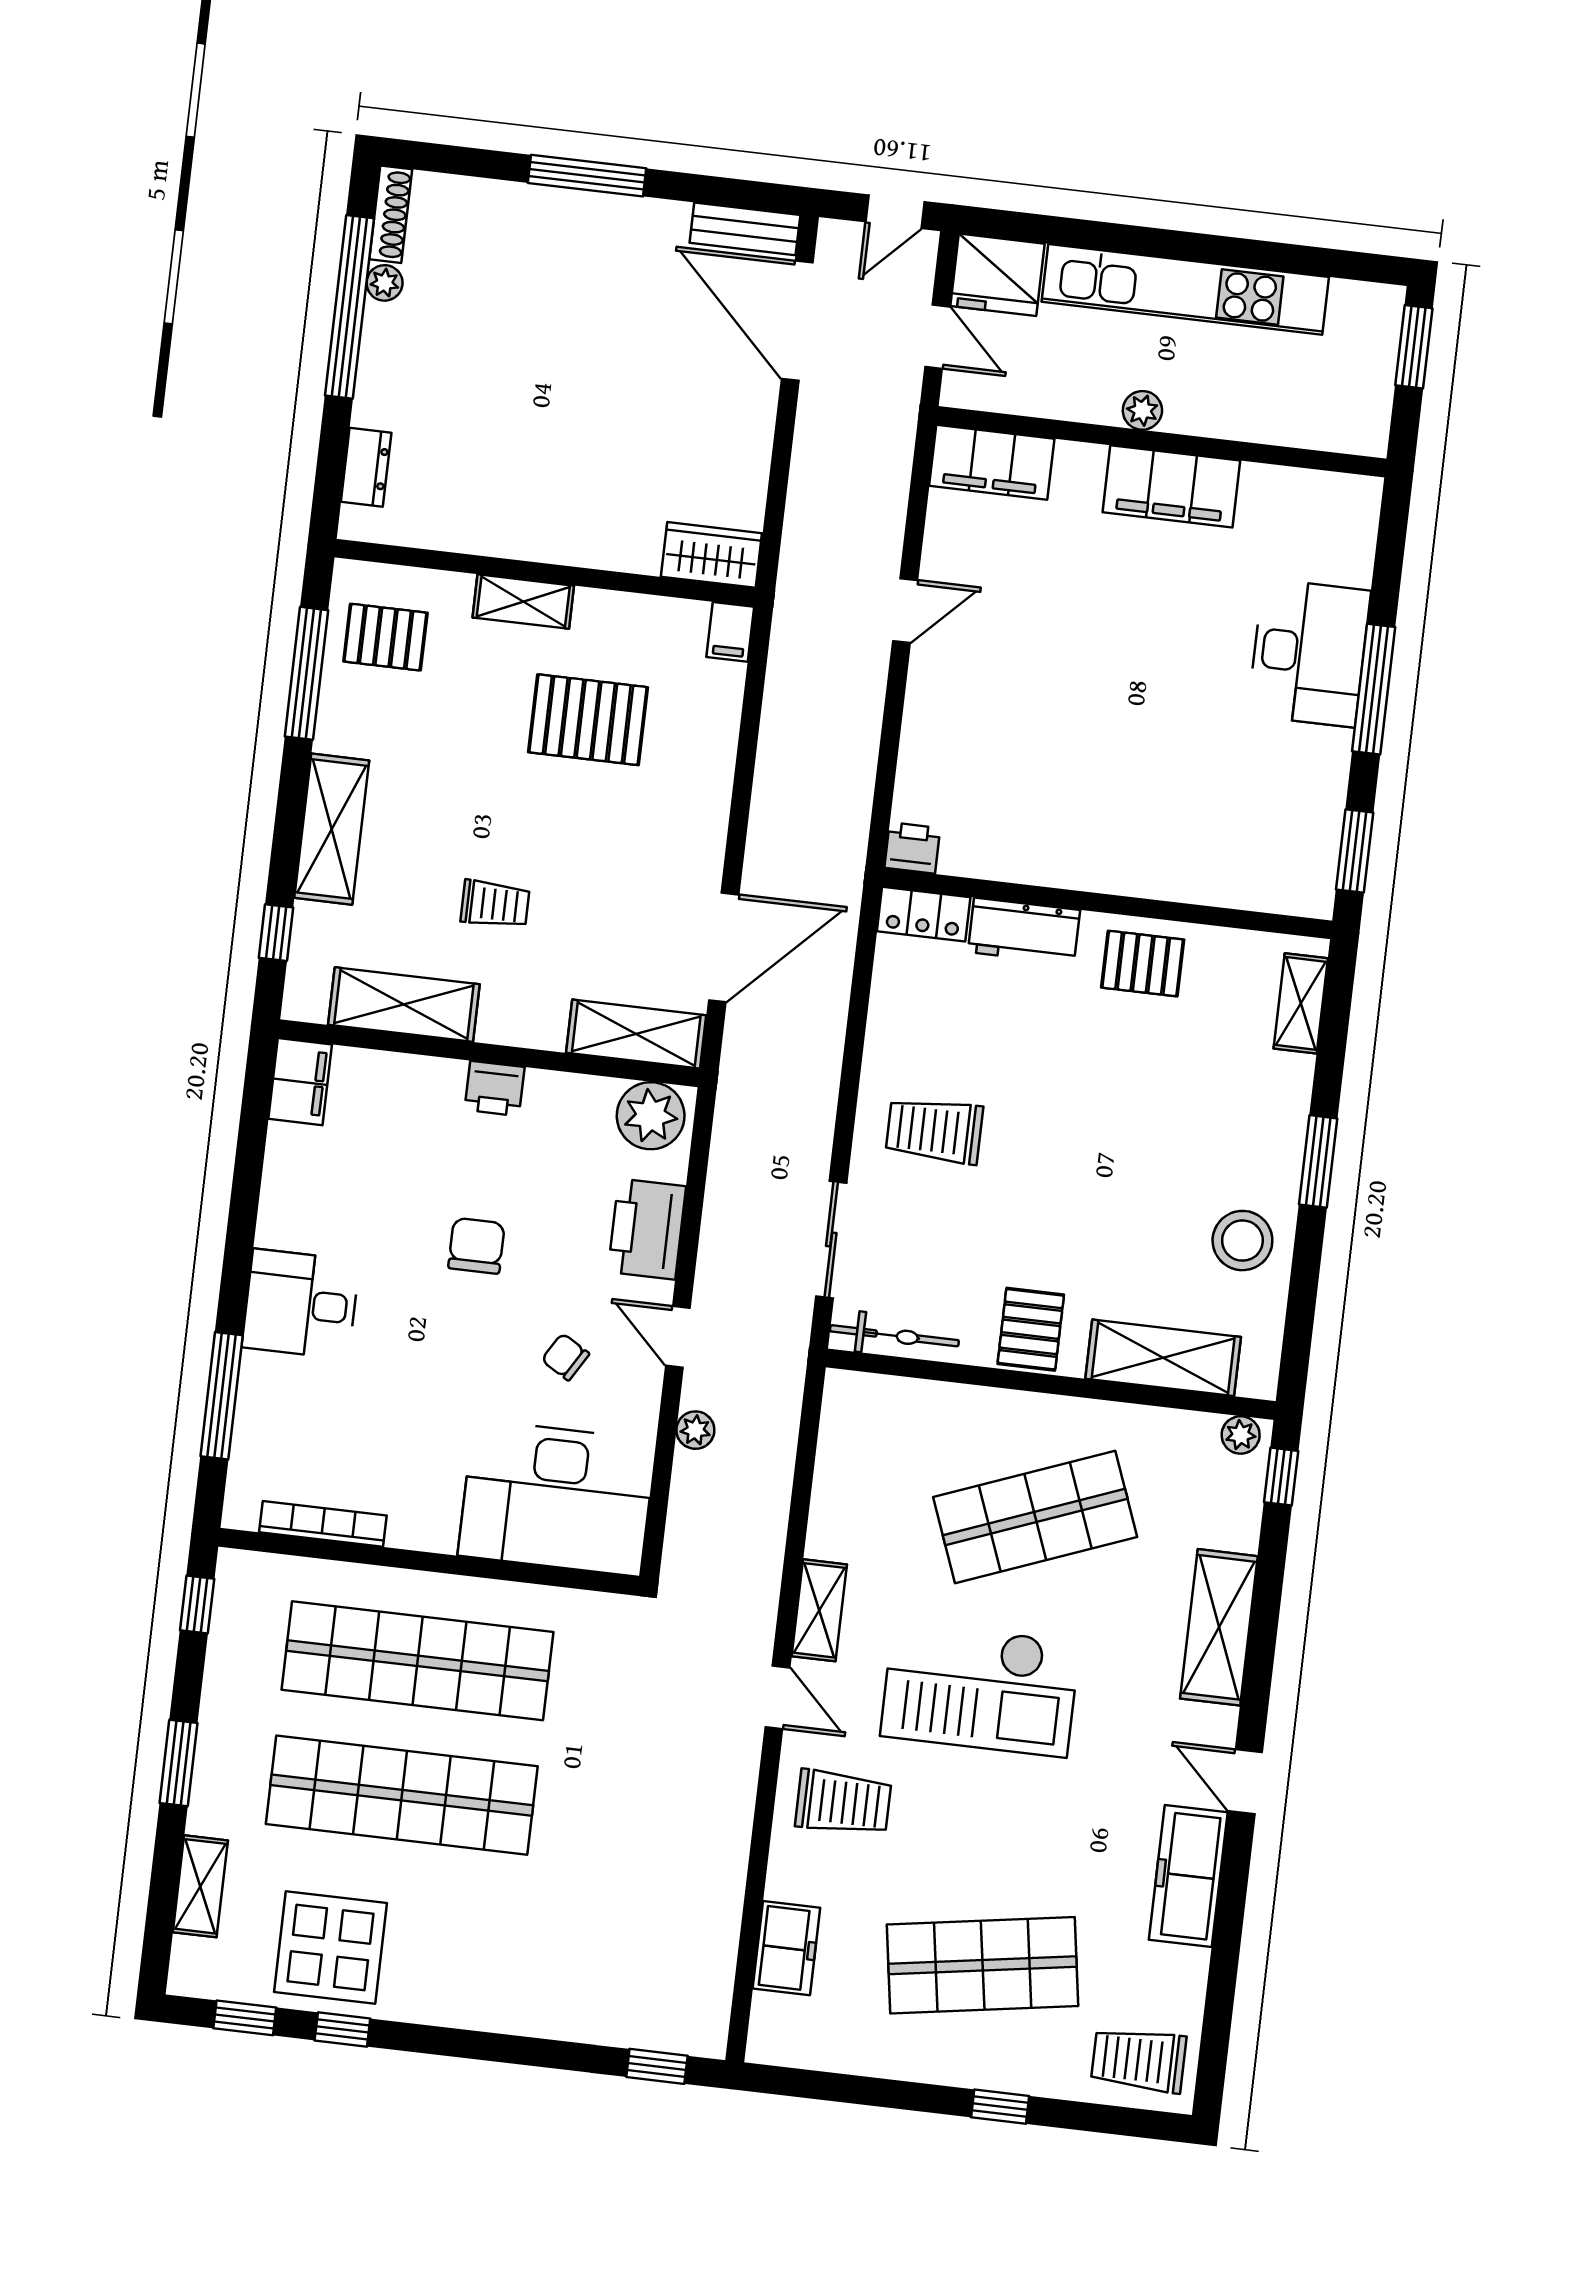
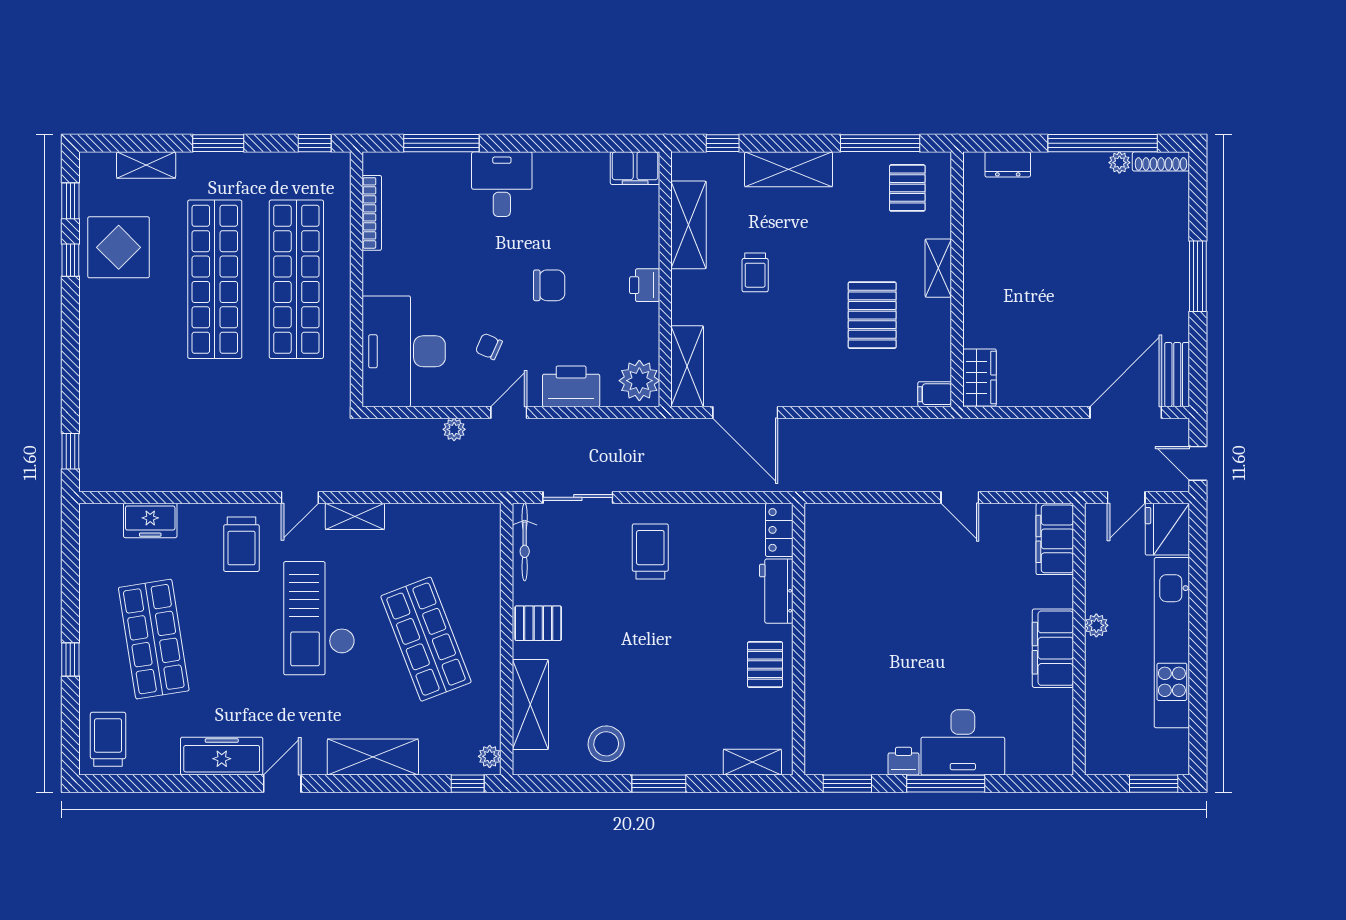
printer: (912, 848) -> (904, 761), moved, turned -90
chair: (565, 1357) -> (489, 346), turned -97

